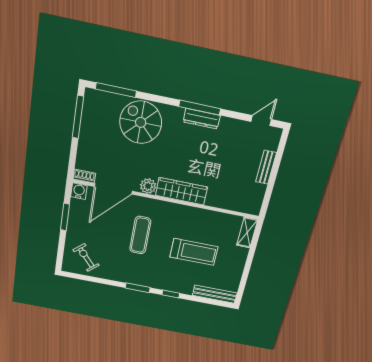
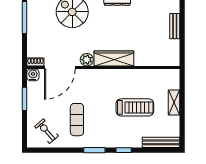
shelving: (247, 232) -> (174, 102), moved
exercise mat: (140, 235) -> (77, 120), moved

